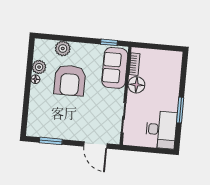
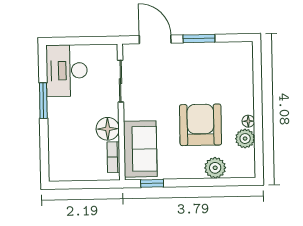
window: (51, 141) -> (199, 39), moved

